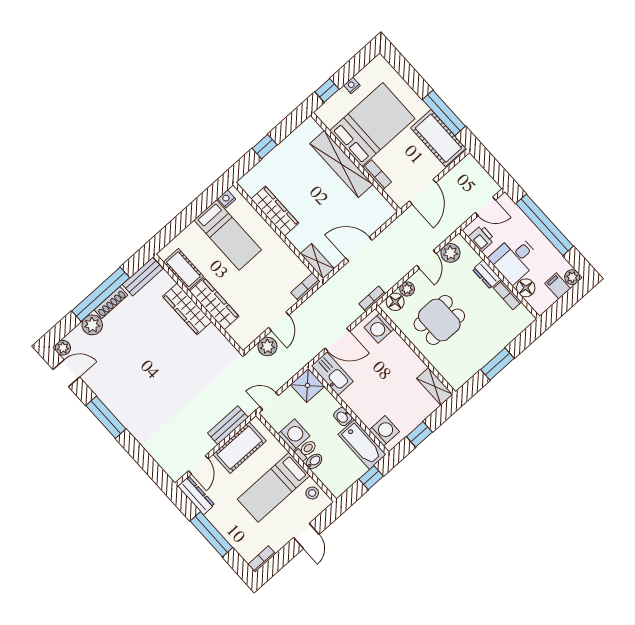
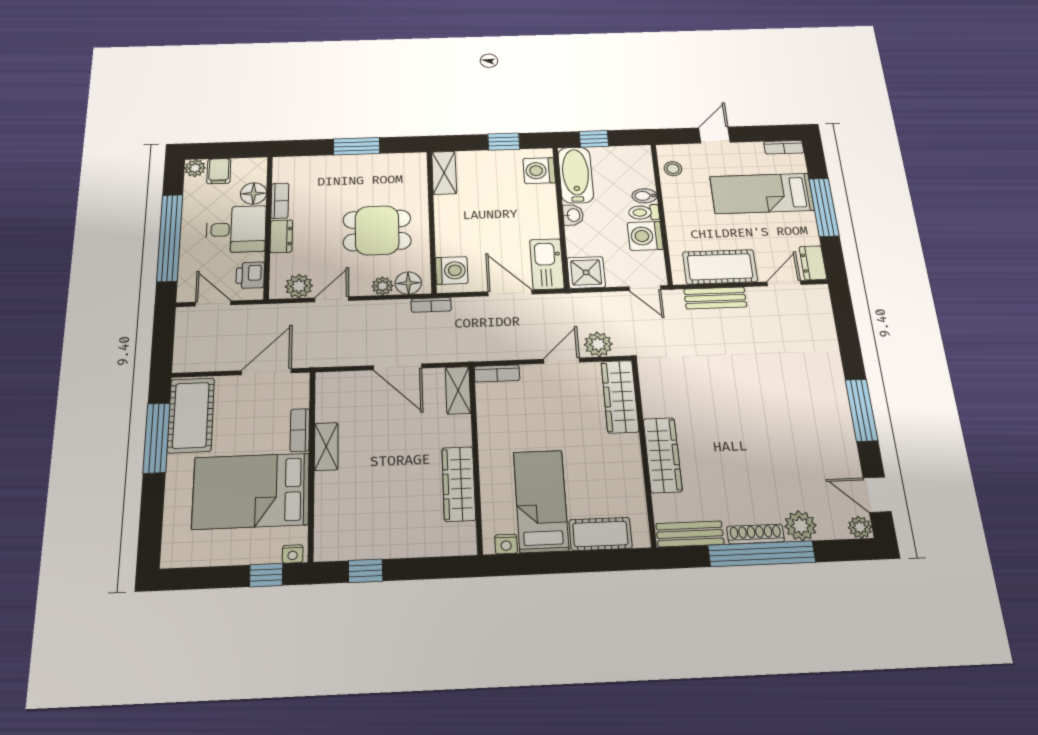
nightstand: (352, 85) -> (293, 554), moved
window: (265, 147) -> (365, 571), moved
shelving: (341, 164) -> (326, 446), width x0.45, depth x0.75
cot: (183, 269) -> (600, 534), moved, turned 90
wardrobe: (214, 304) -> (620, 396), moved
bed: (274, 487) -> (762, 193), moved, turned 180
dresser: (196, 495) -> (813, 263), width x0.70

